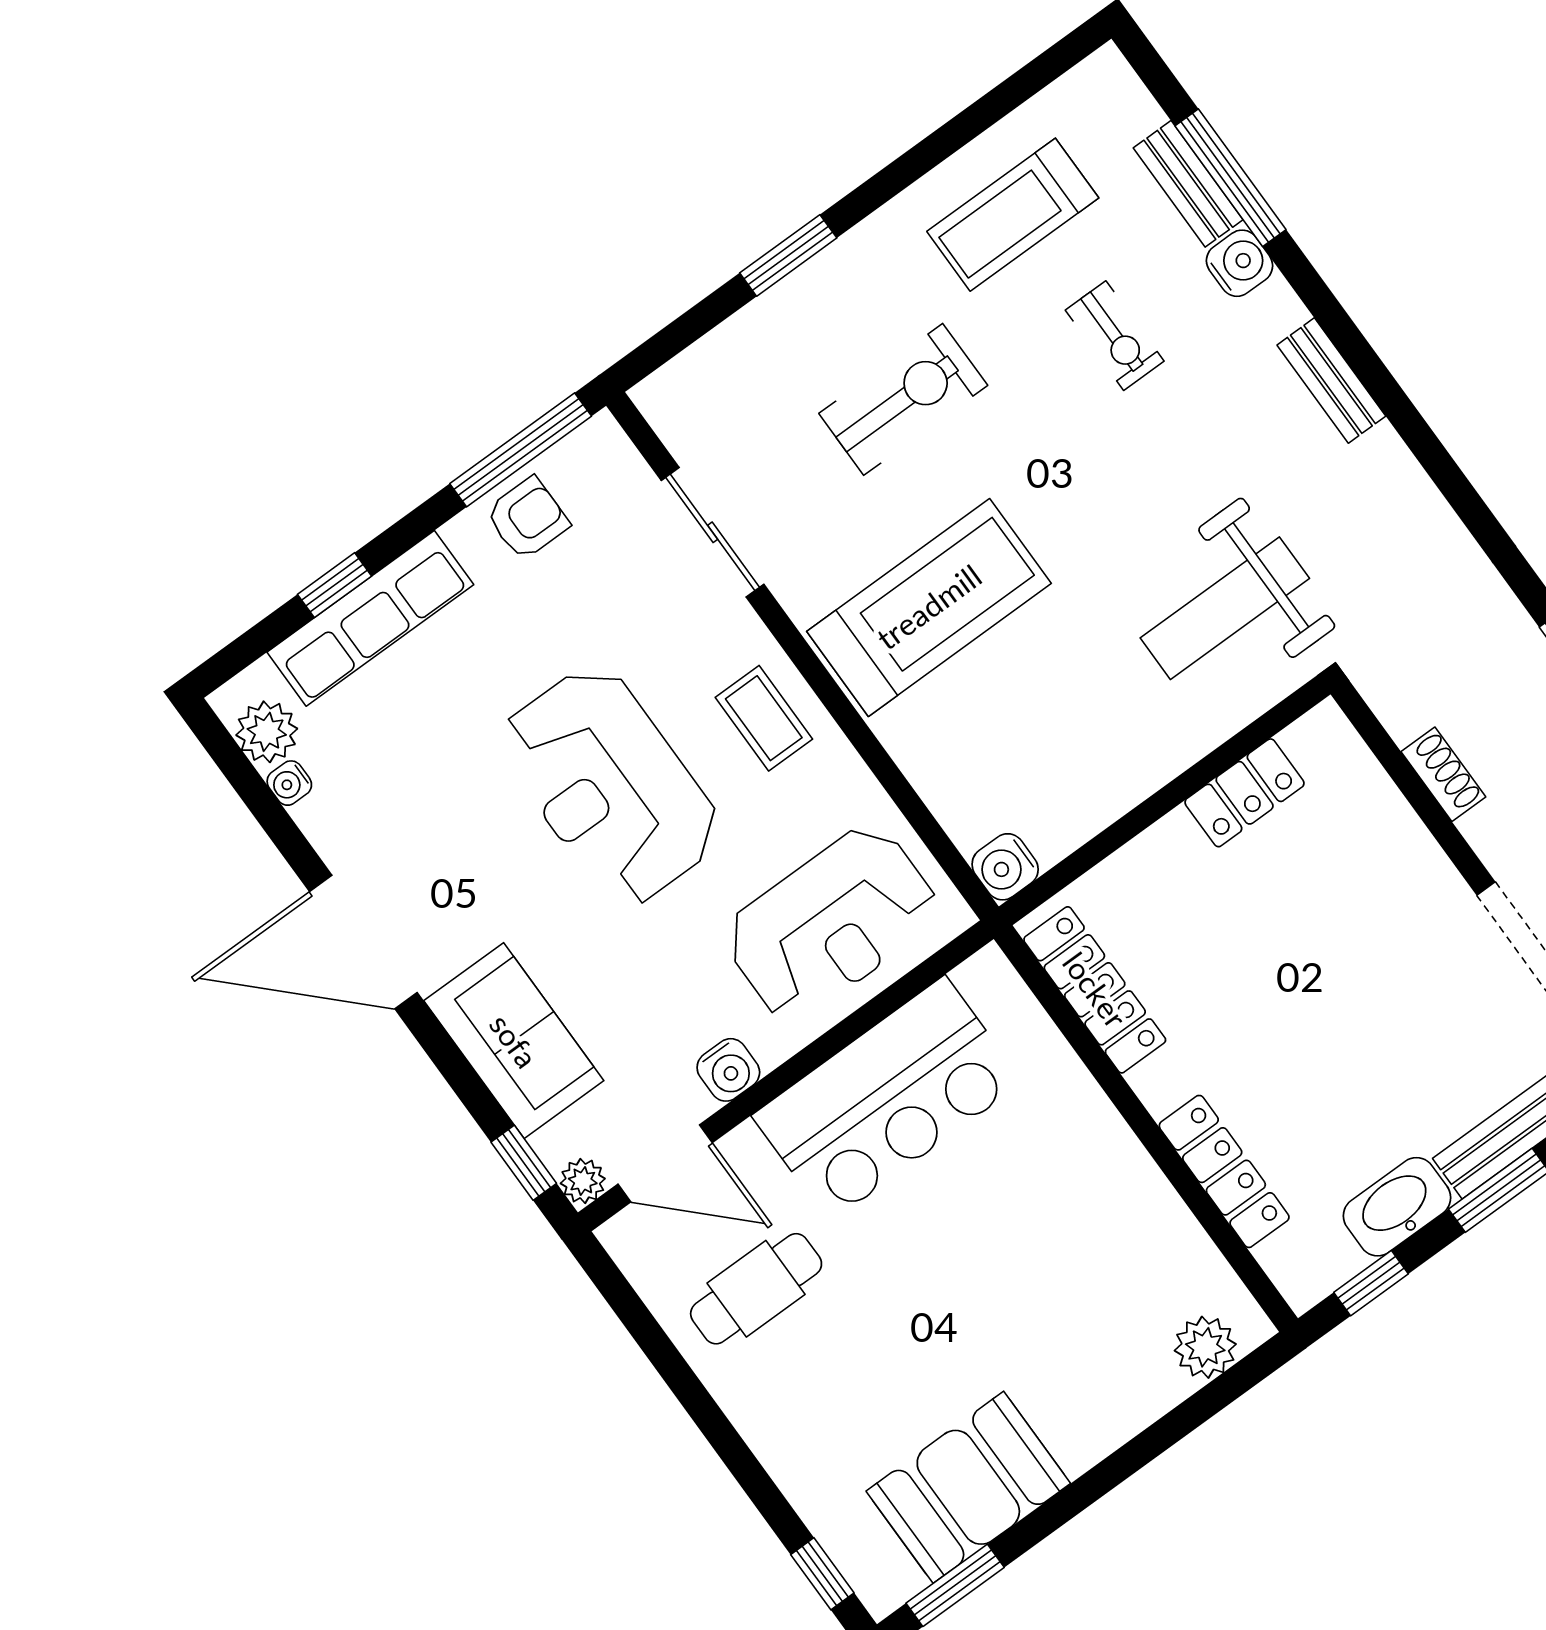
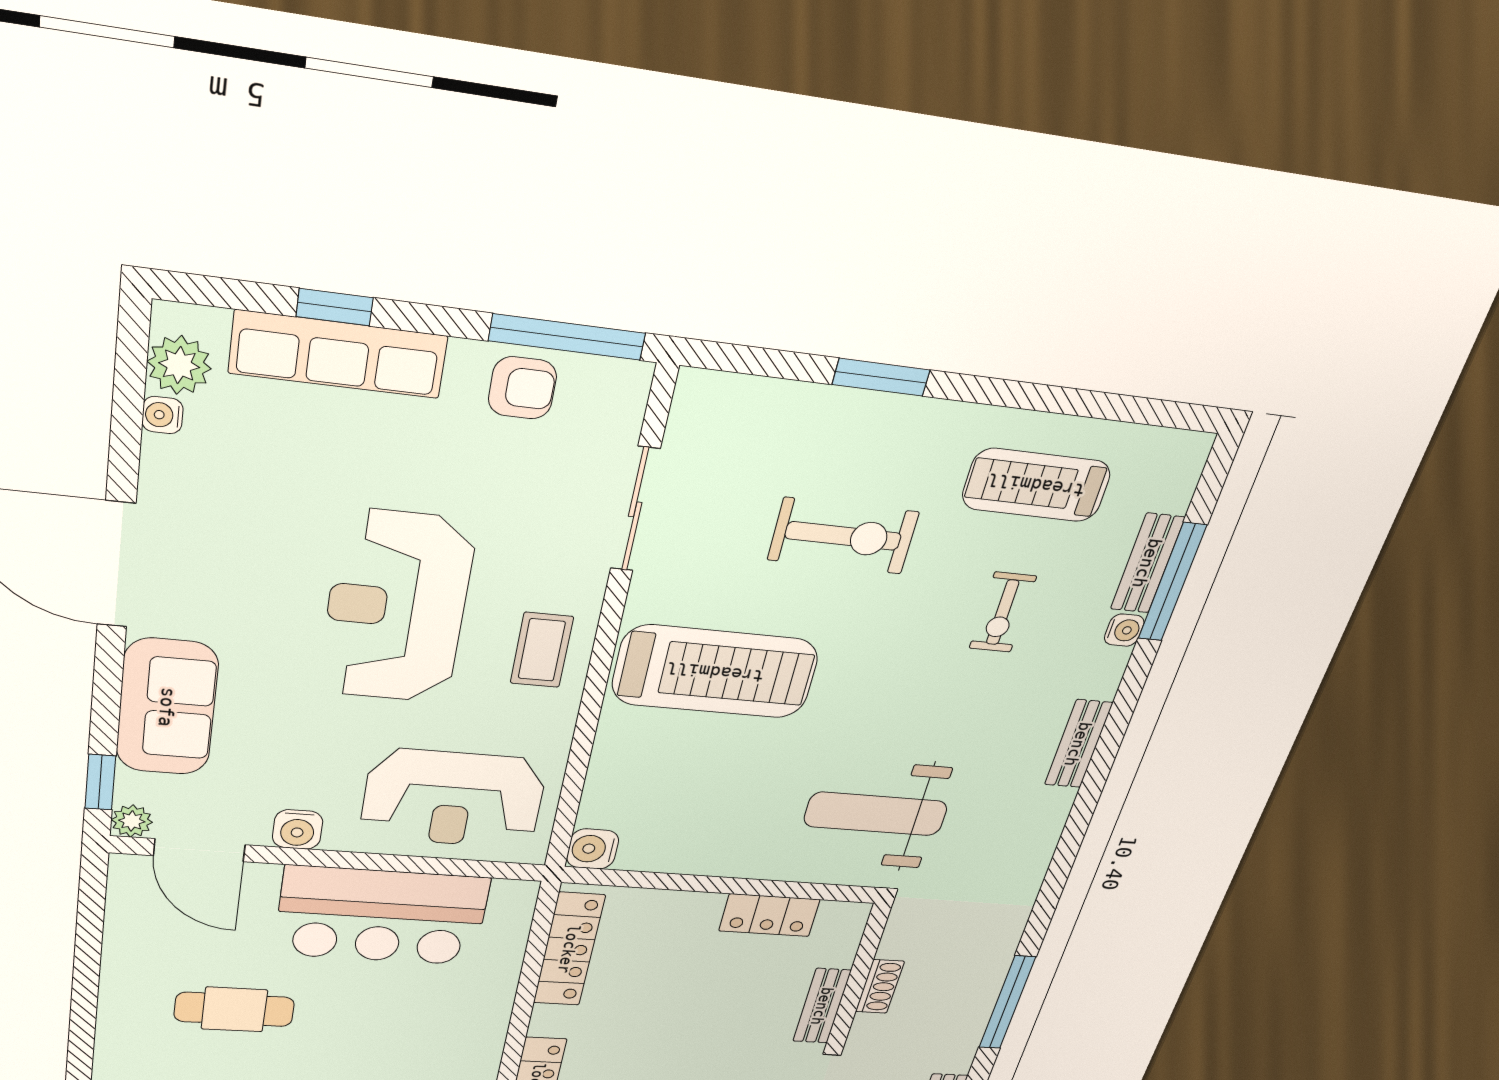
water cooler: (1240, 263) -> (1124, 630), width x0.72, depth x0.72
bench: (1410, 844) -> (822, 1006), added
cafe table: (756, 1289) -> (234, 1009), moved

